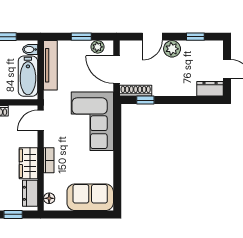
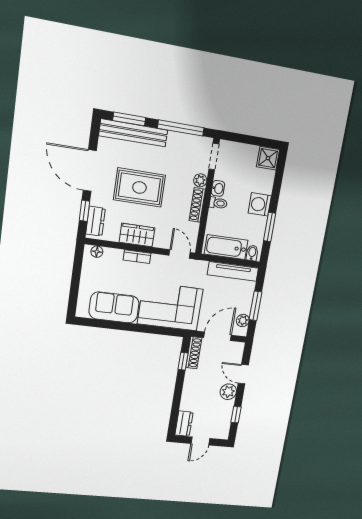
window: (81, 37) -> (256, 306), width x1.50
dresser: (30, 193) -> (96, 221), moved, turned 90
sofa: (90, 197) -> (114, 307), moved, turned -90

